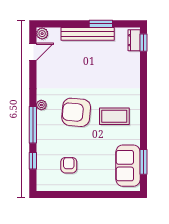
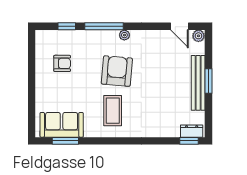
window: (101, 24) -> (209, 81), moved

